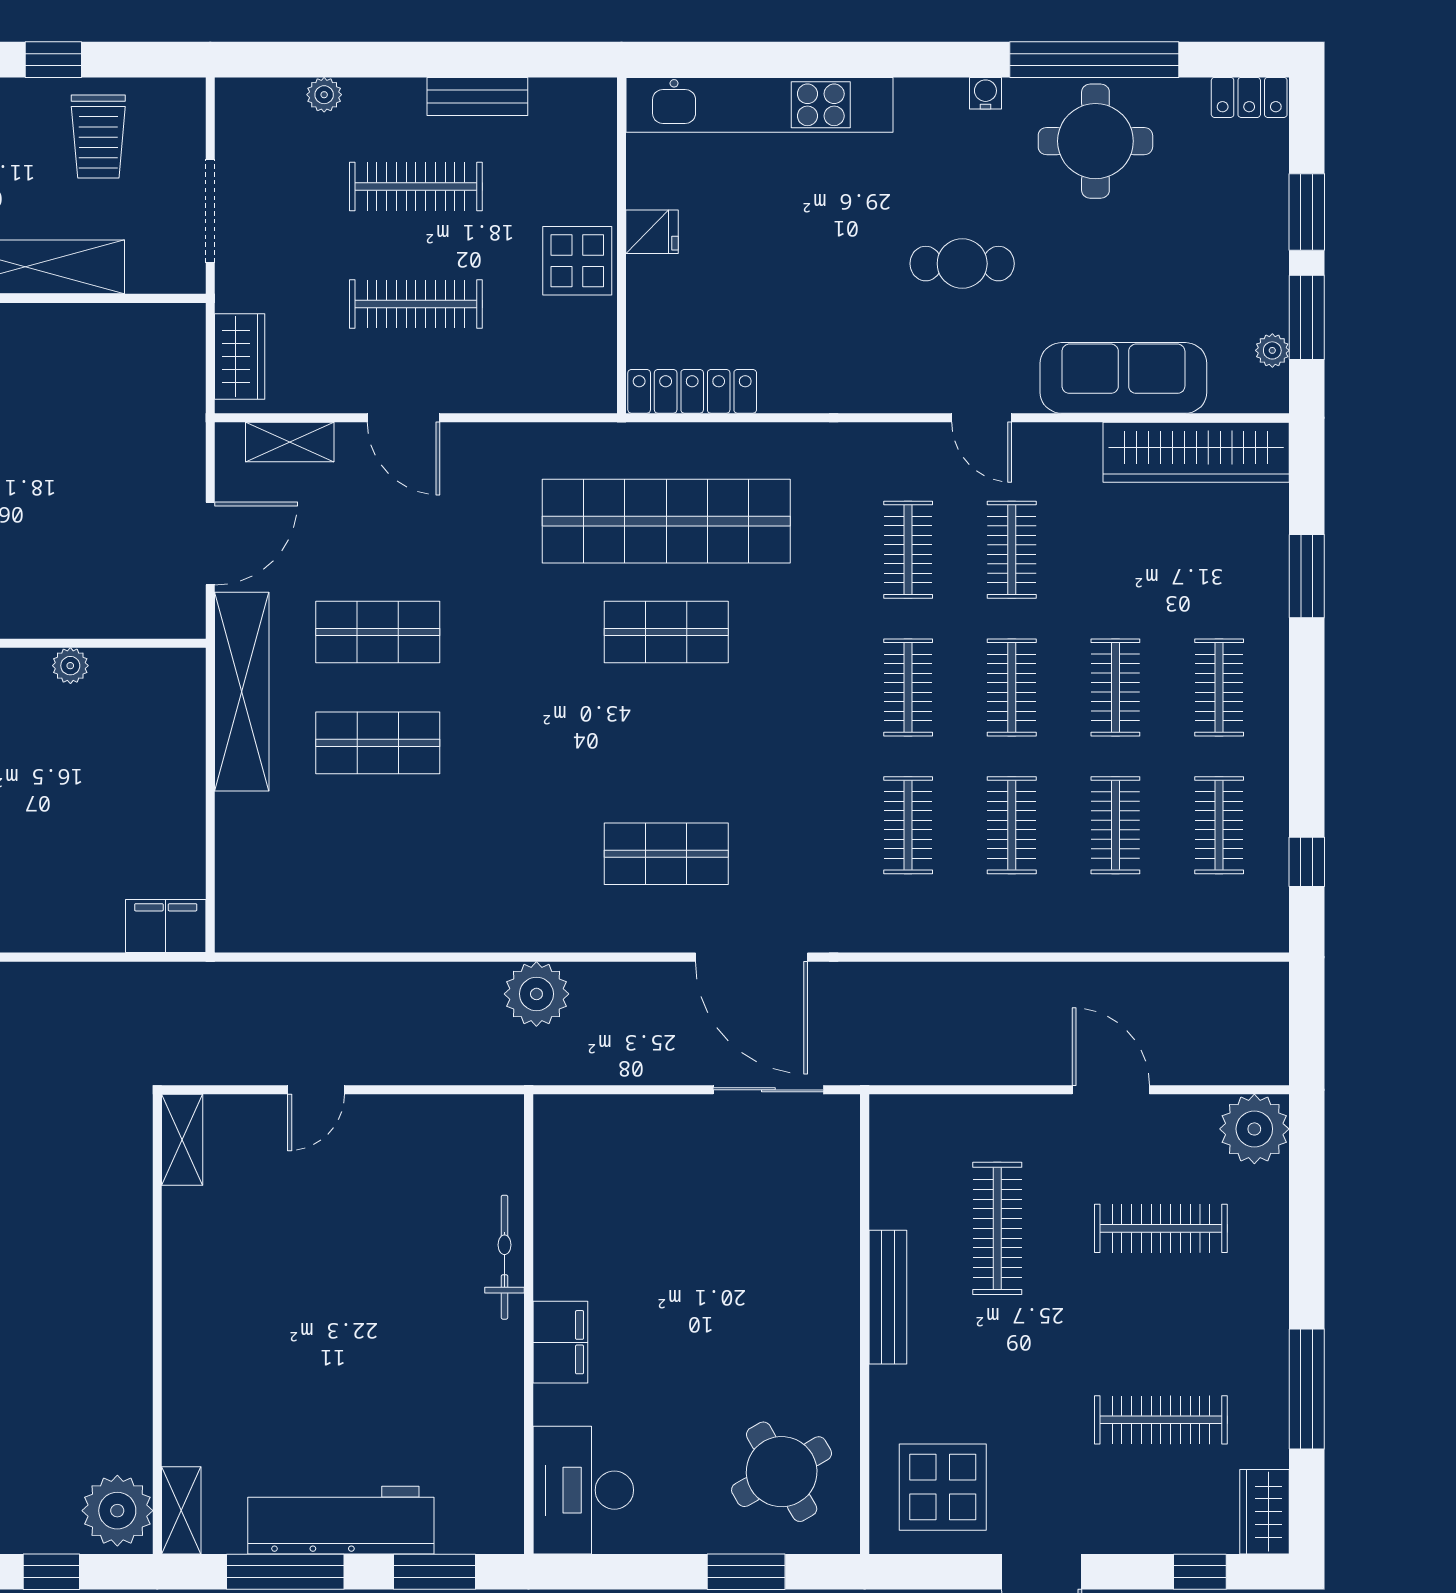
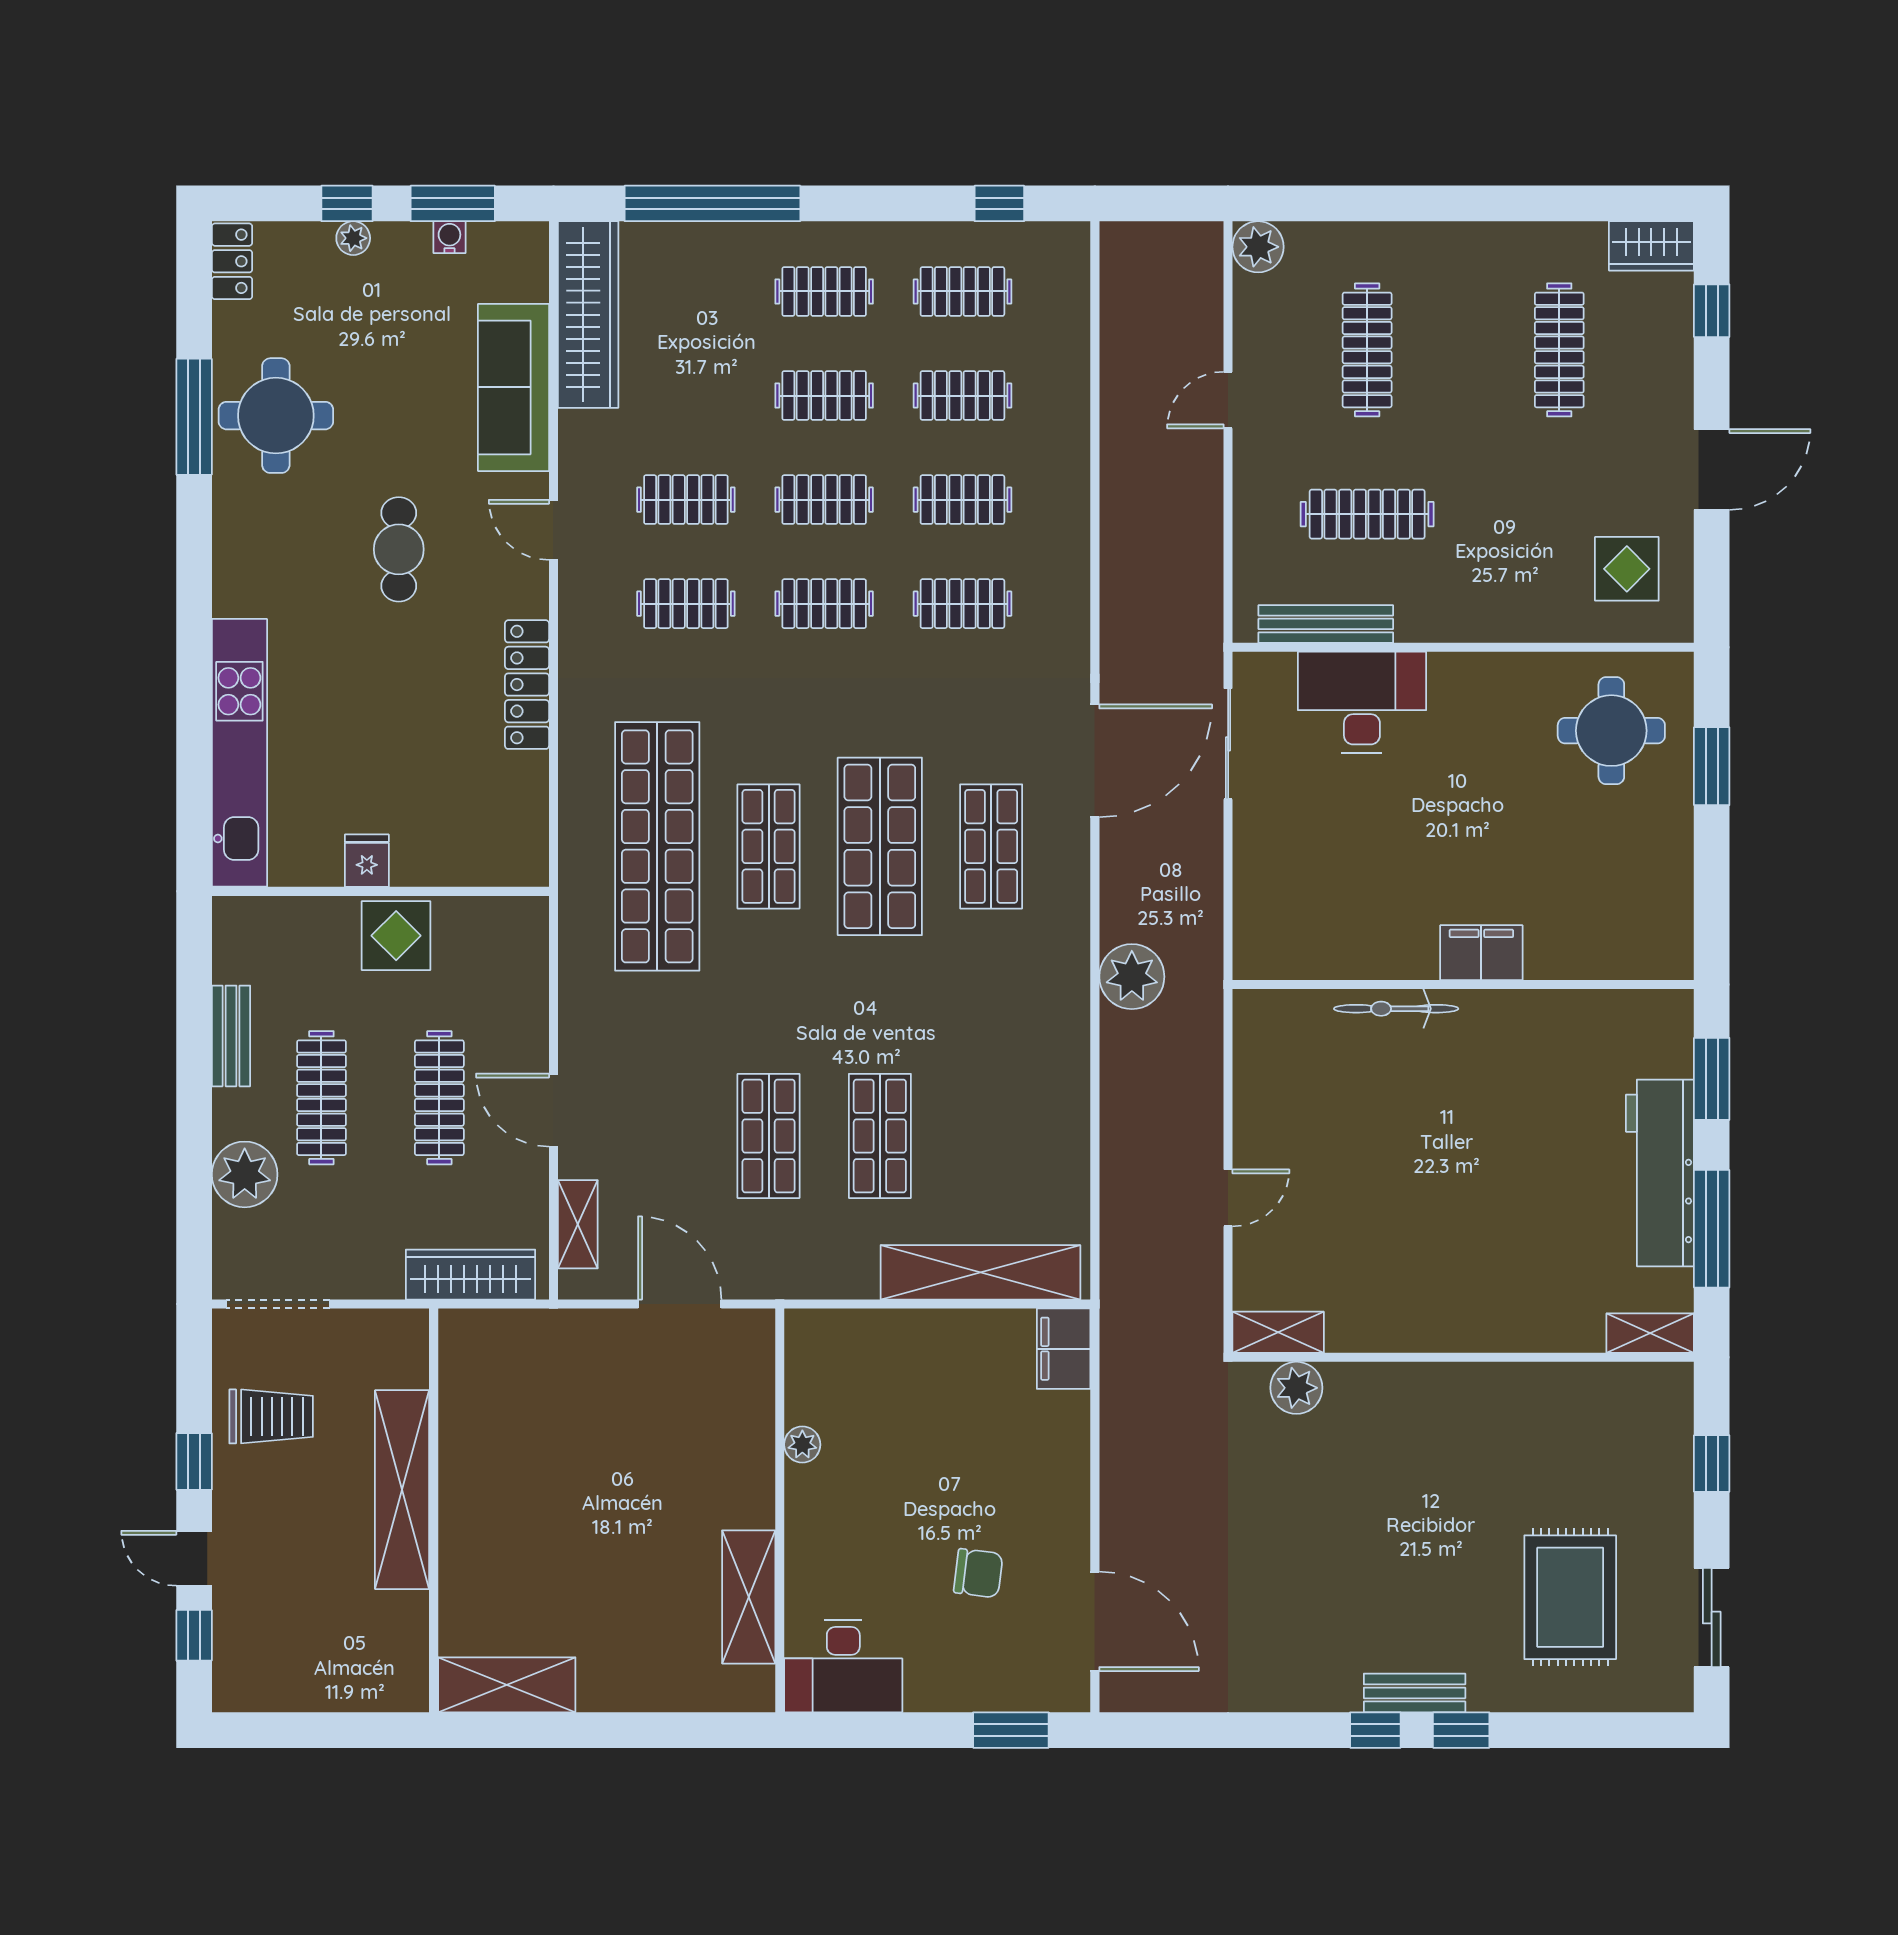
window: (1094, 60) -> (194, 417), width x0.68
water cooler: (985, 93) -> (449, 237), moved, turned 90
plant: (324, 95) -> (245, 1174), width x1.87, depth x1.87
doorway: (210, 211) -> (278, 1304), moved
window: (1307, 212) -> (347, 203), width x0.67
plant: (1272, 350) -> (353, 238), moved
wardrobe: (240, 356) -> (470, 1275), width x1.50
locker: (692, 391) -> (527, 685), moved
door: (404, 418) -> (553, 1110), swing flipped
door: (982, 418) -> (553, 530), swing flipped
window: (1307, 576) -> (712, 203), width x2.11
shelving: (242, 692) -> (980, 1272), moved
shop shelf: (666, 743) -> (880, 846), added
door: (316, 1090) -> (1228, 1198), hinge flipped
door: (1111, 1090) -> (1228, 400), width x0.73
plant: (1254, 1129) -> (1258, 247), width x0.73, depth x0.73
bench: (888, 1297) -> (1326, 624), moved
window: (1307, 1389) -> (1528, 203), removed
round table: (782, 1472) -> (1611, 731), turned 30
display table: (943, 1487) -> (1627, 569), width x0.73, depth x0.73
desk: (583, 1490) -> (1362, 702), moved, turned 180
plant: (117, 1511) -> (1296, 1388), moved, width x0.73, depth x0.73

